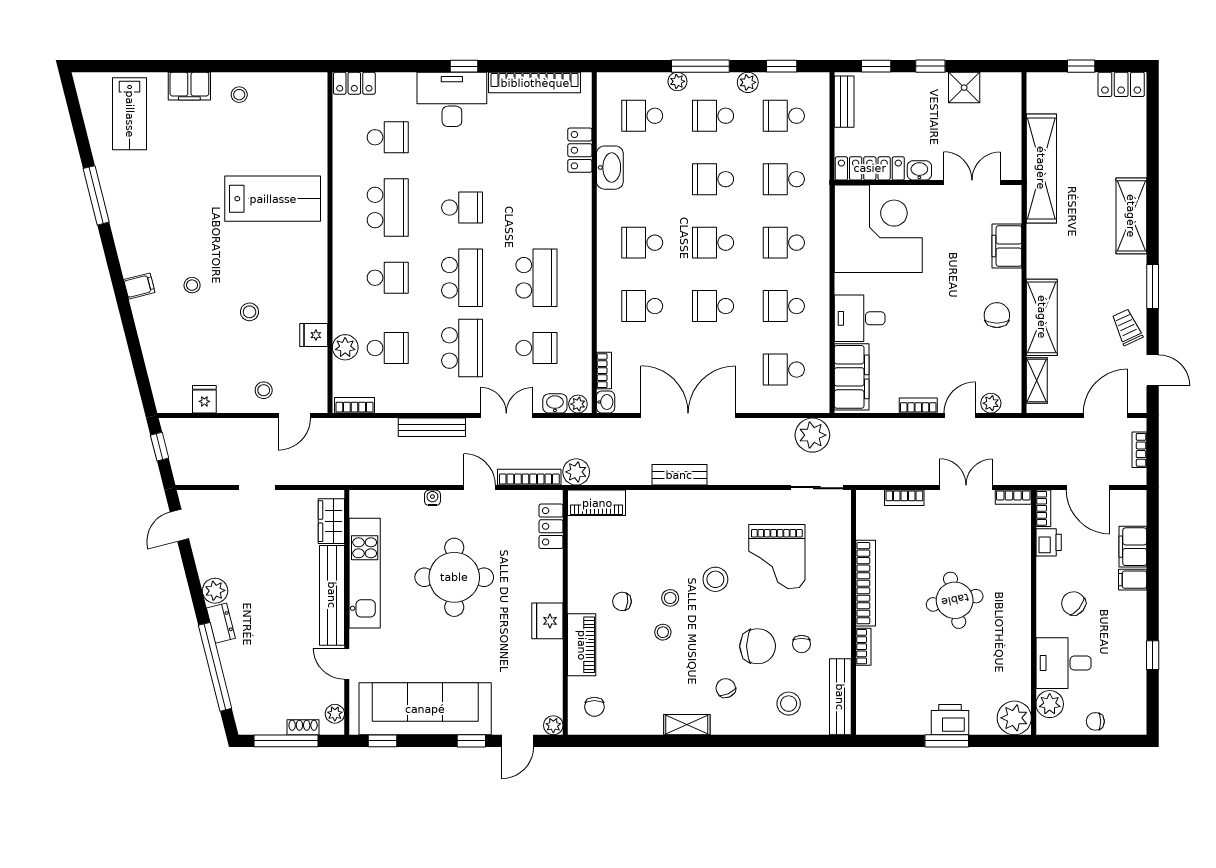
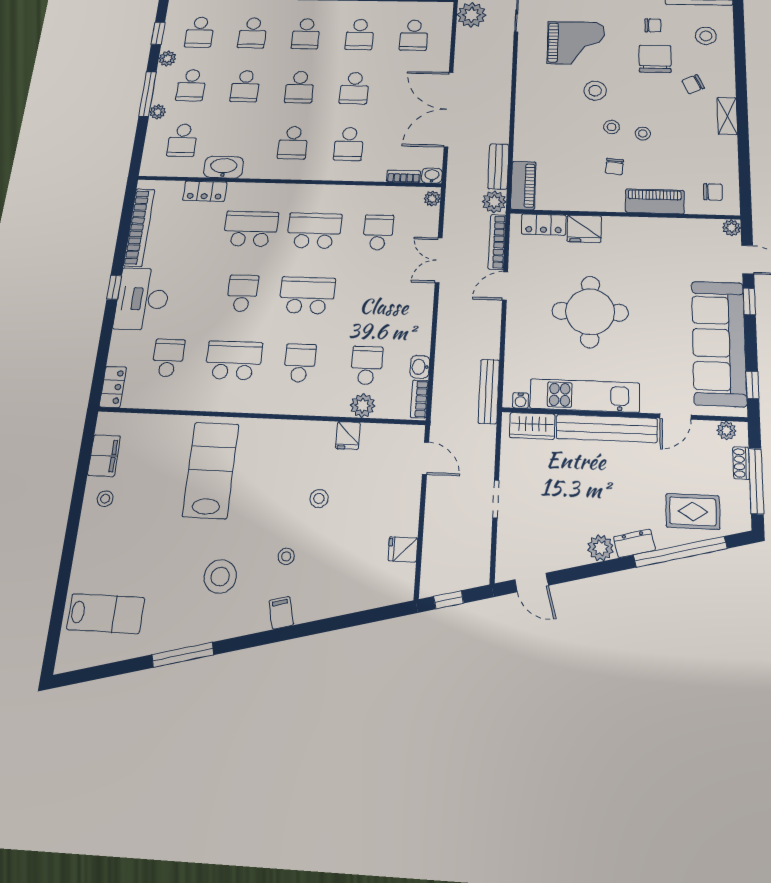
filing cabinet: (189, 86) -> (104, 456), moved
school desk: (462, 348) -> (251, 229), moved
stool: (264, 390) -> (220, 576), moved, width x1.89, depth x1.89
washbasin: (555, 403) -> (420, 367), moved
bench: (432, 427) -> (489, 391), moved
bench: (679, 475) -> (498, 166), moved
water cooler: (432, 498) -> (520, 400), moved, turned -90
fridge: (547, 621) -> (584, 229), moved
rug: (254, 679) -> (693, 511), added

